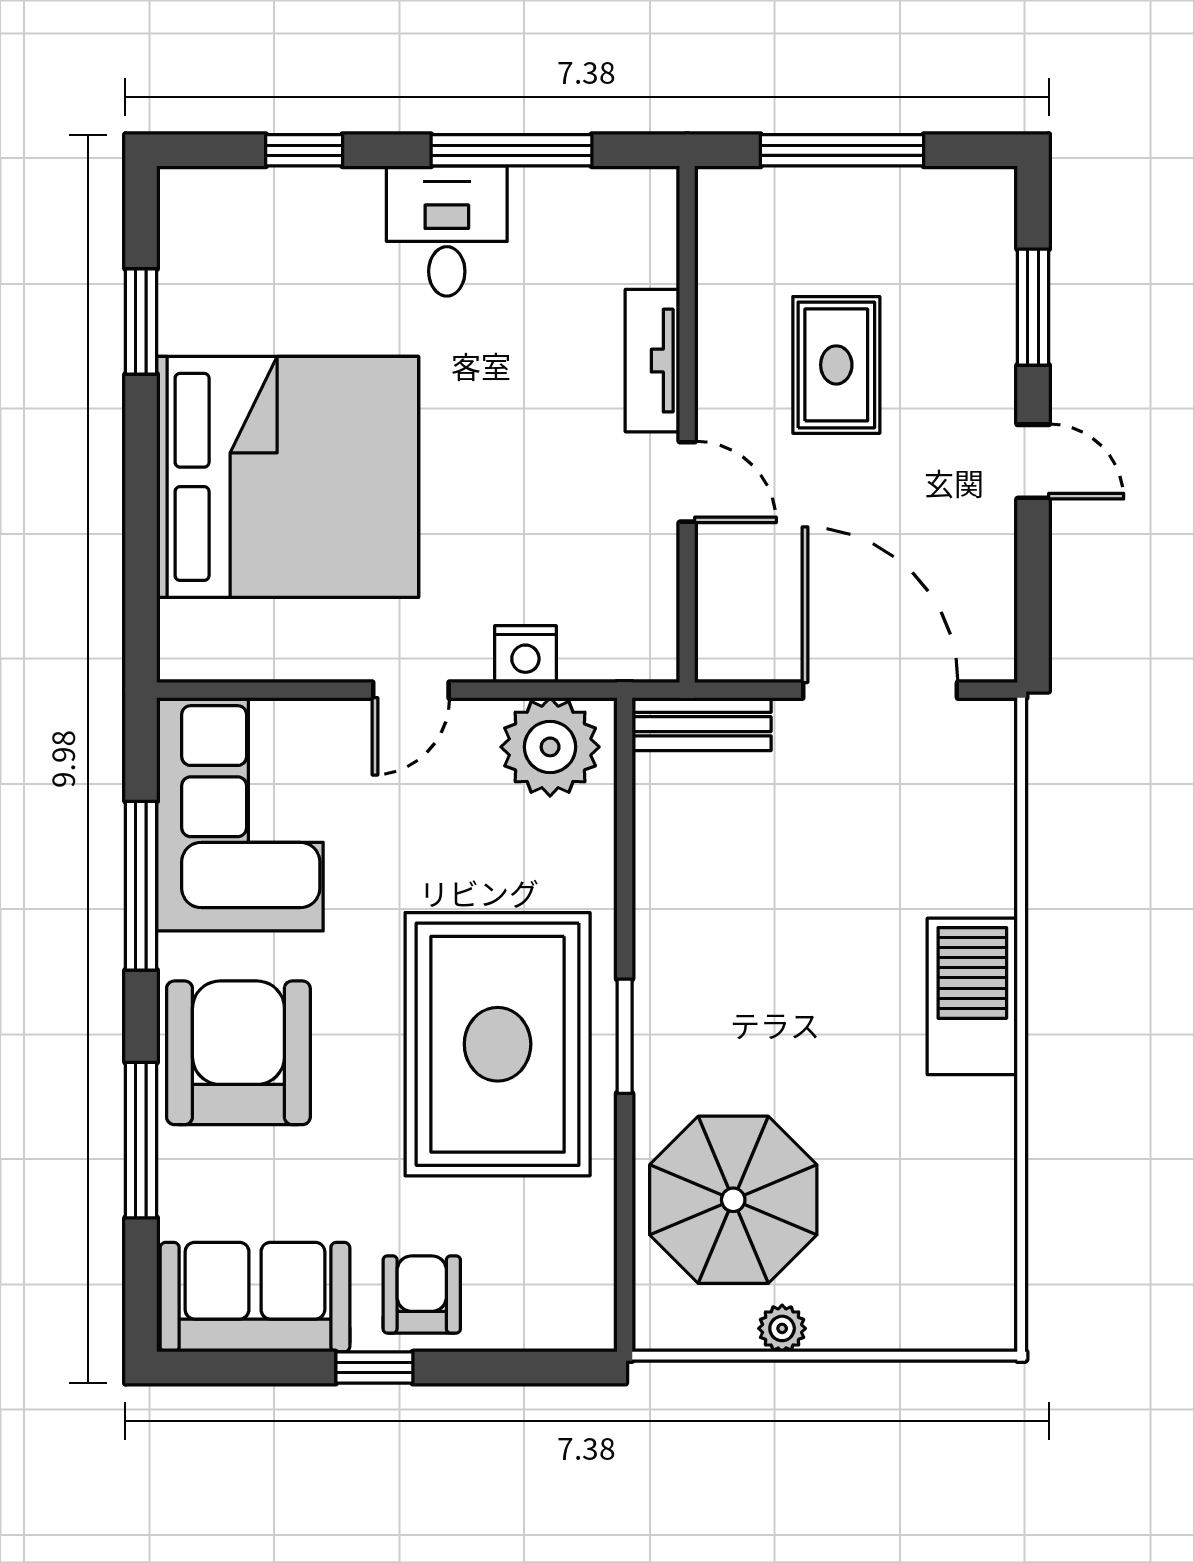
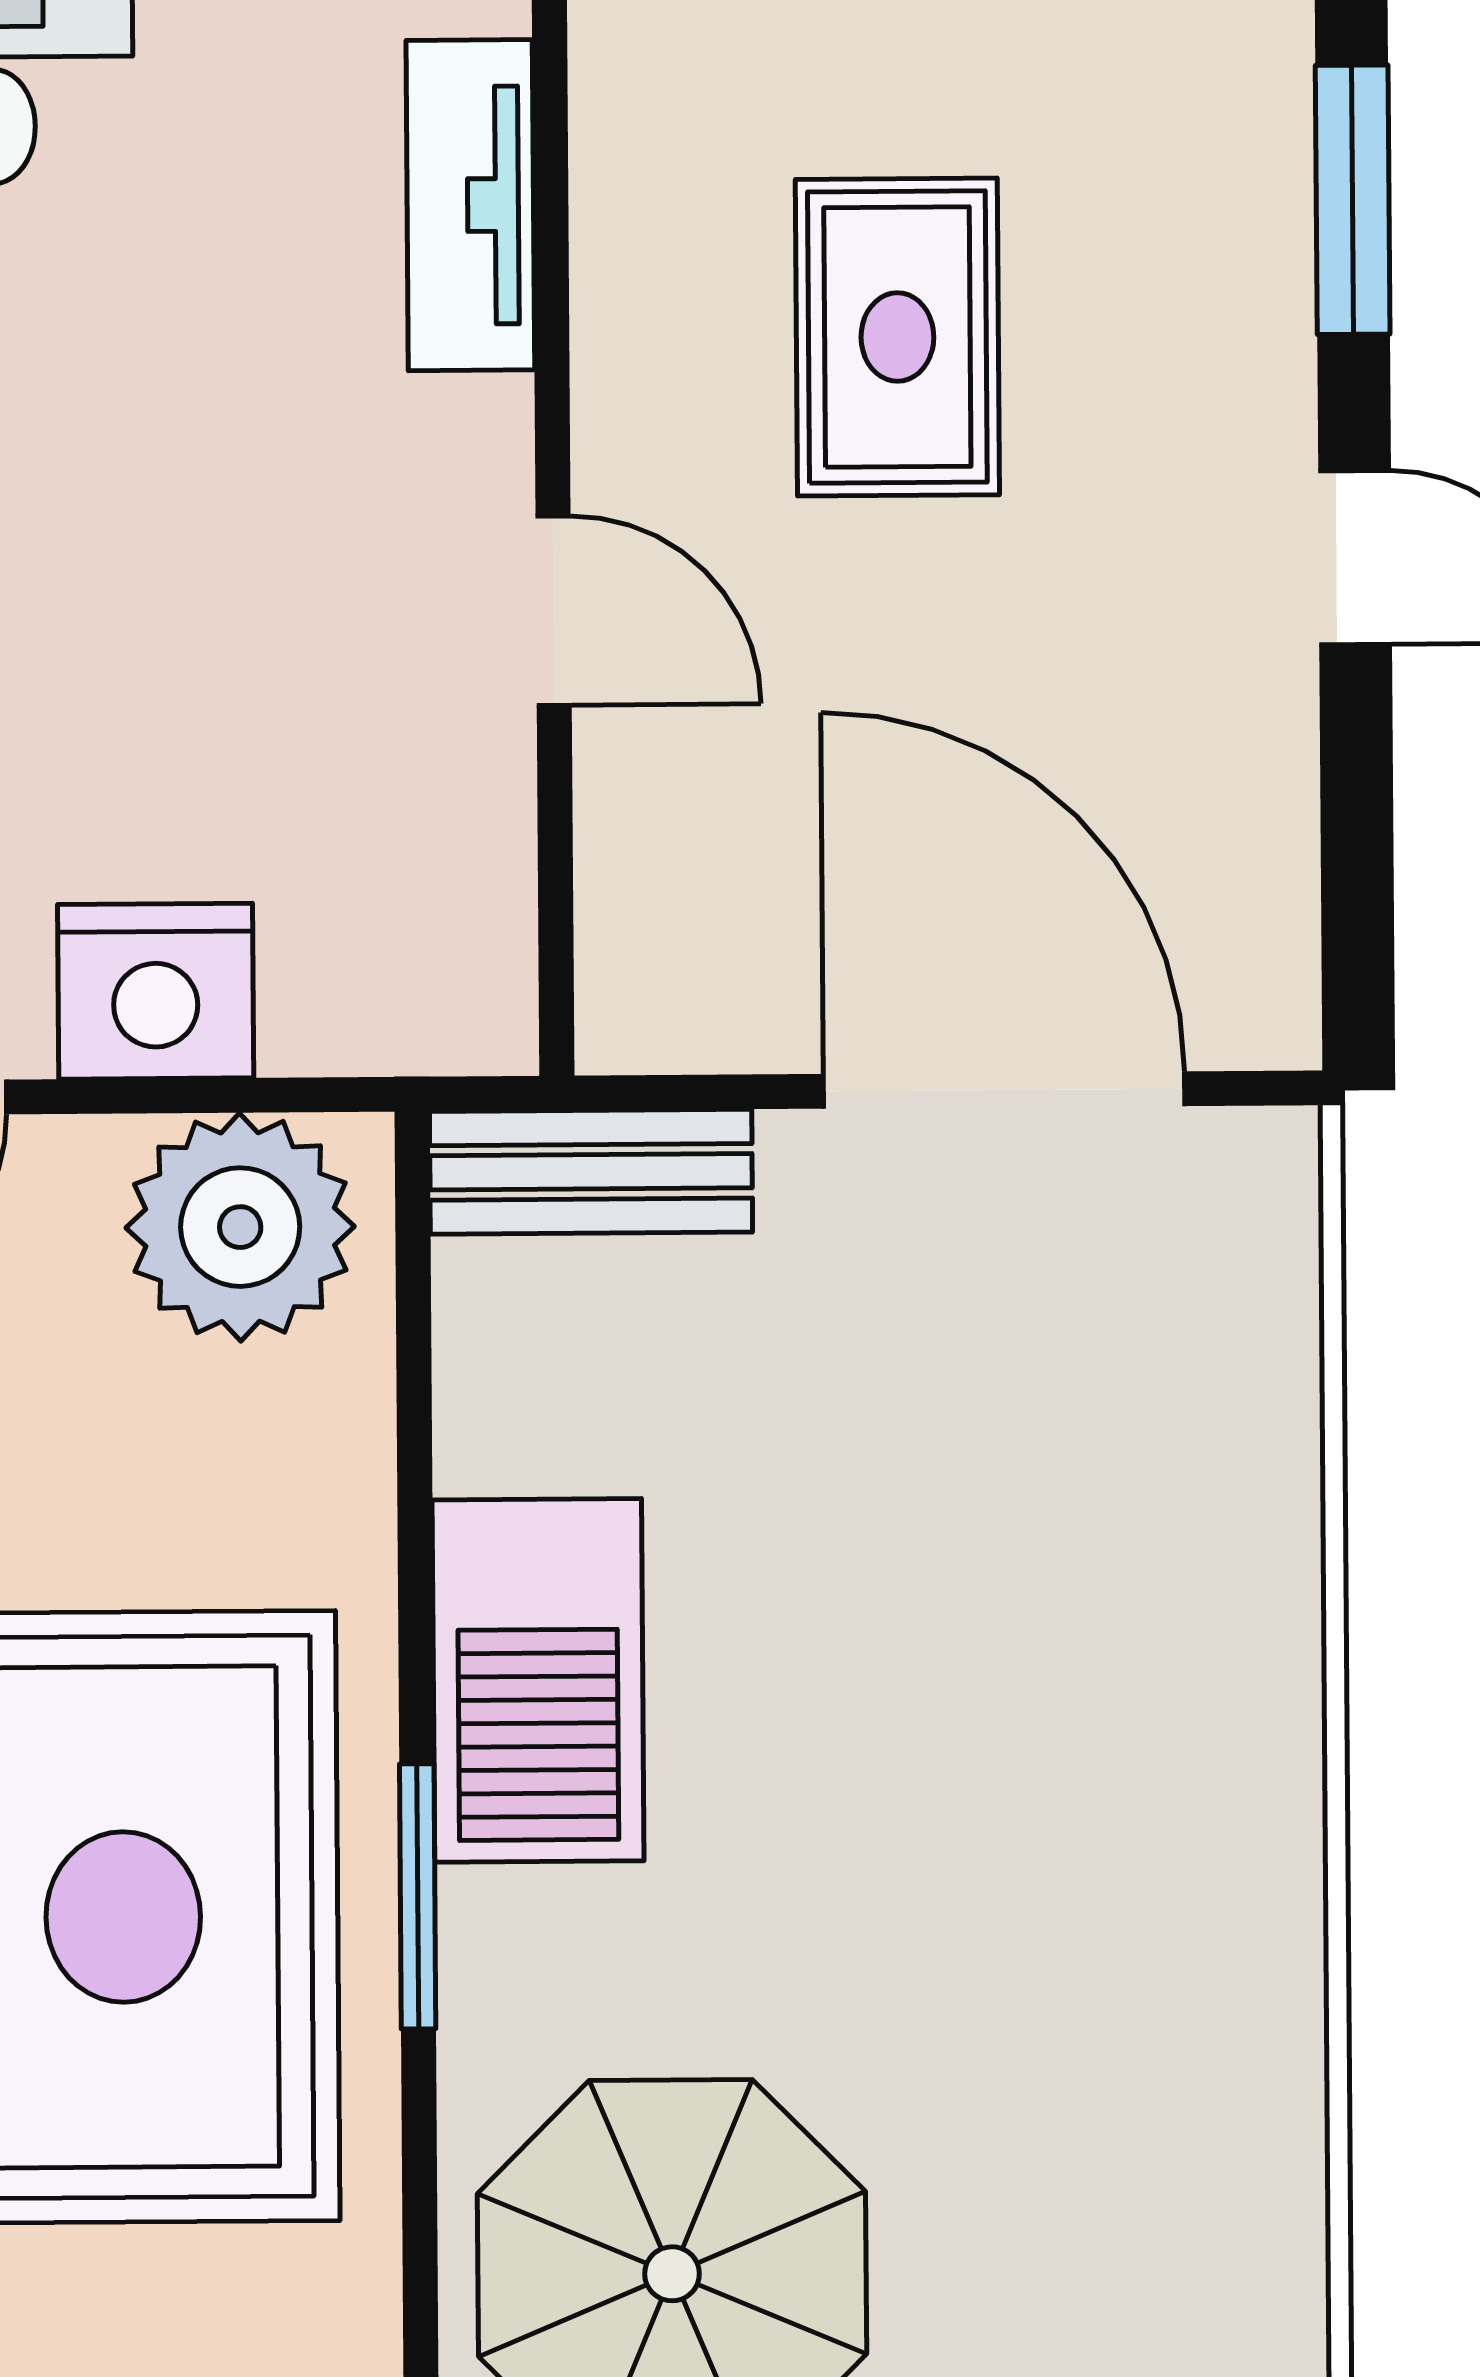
tv unit: (652, 361) -> (470, 205), moved
nightstand: (525, 654) -> (156, 991), width x1.36, depth x1.33
barbecue: (972, 996) -> (538, 1680), moved, turned 180

